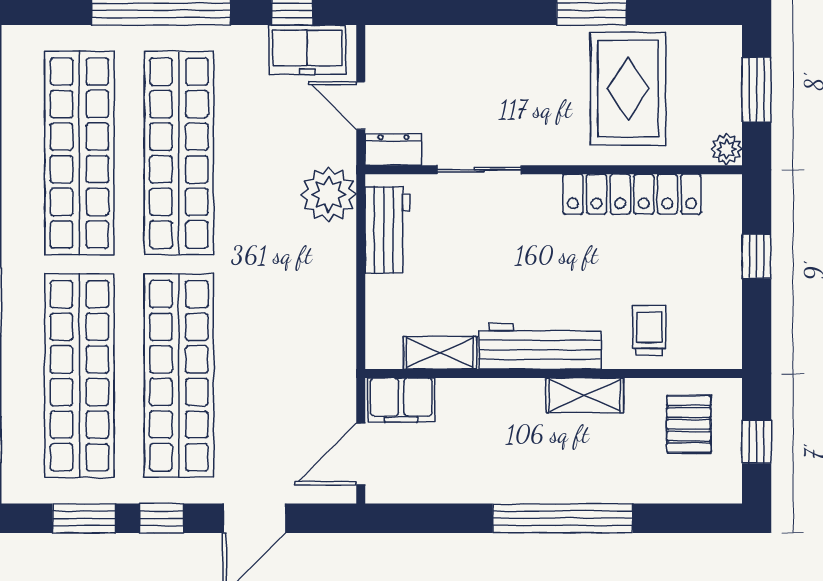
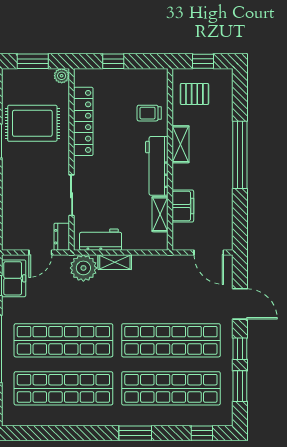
shelving: (341, 259) -> (115, 262), added
filing cabinet: (401, 400) -> (183, 206), moved

